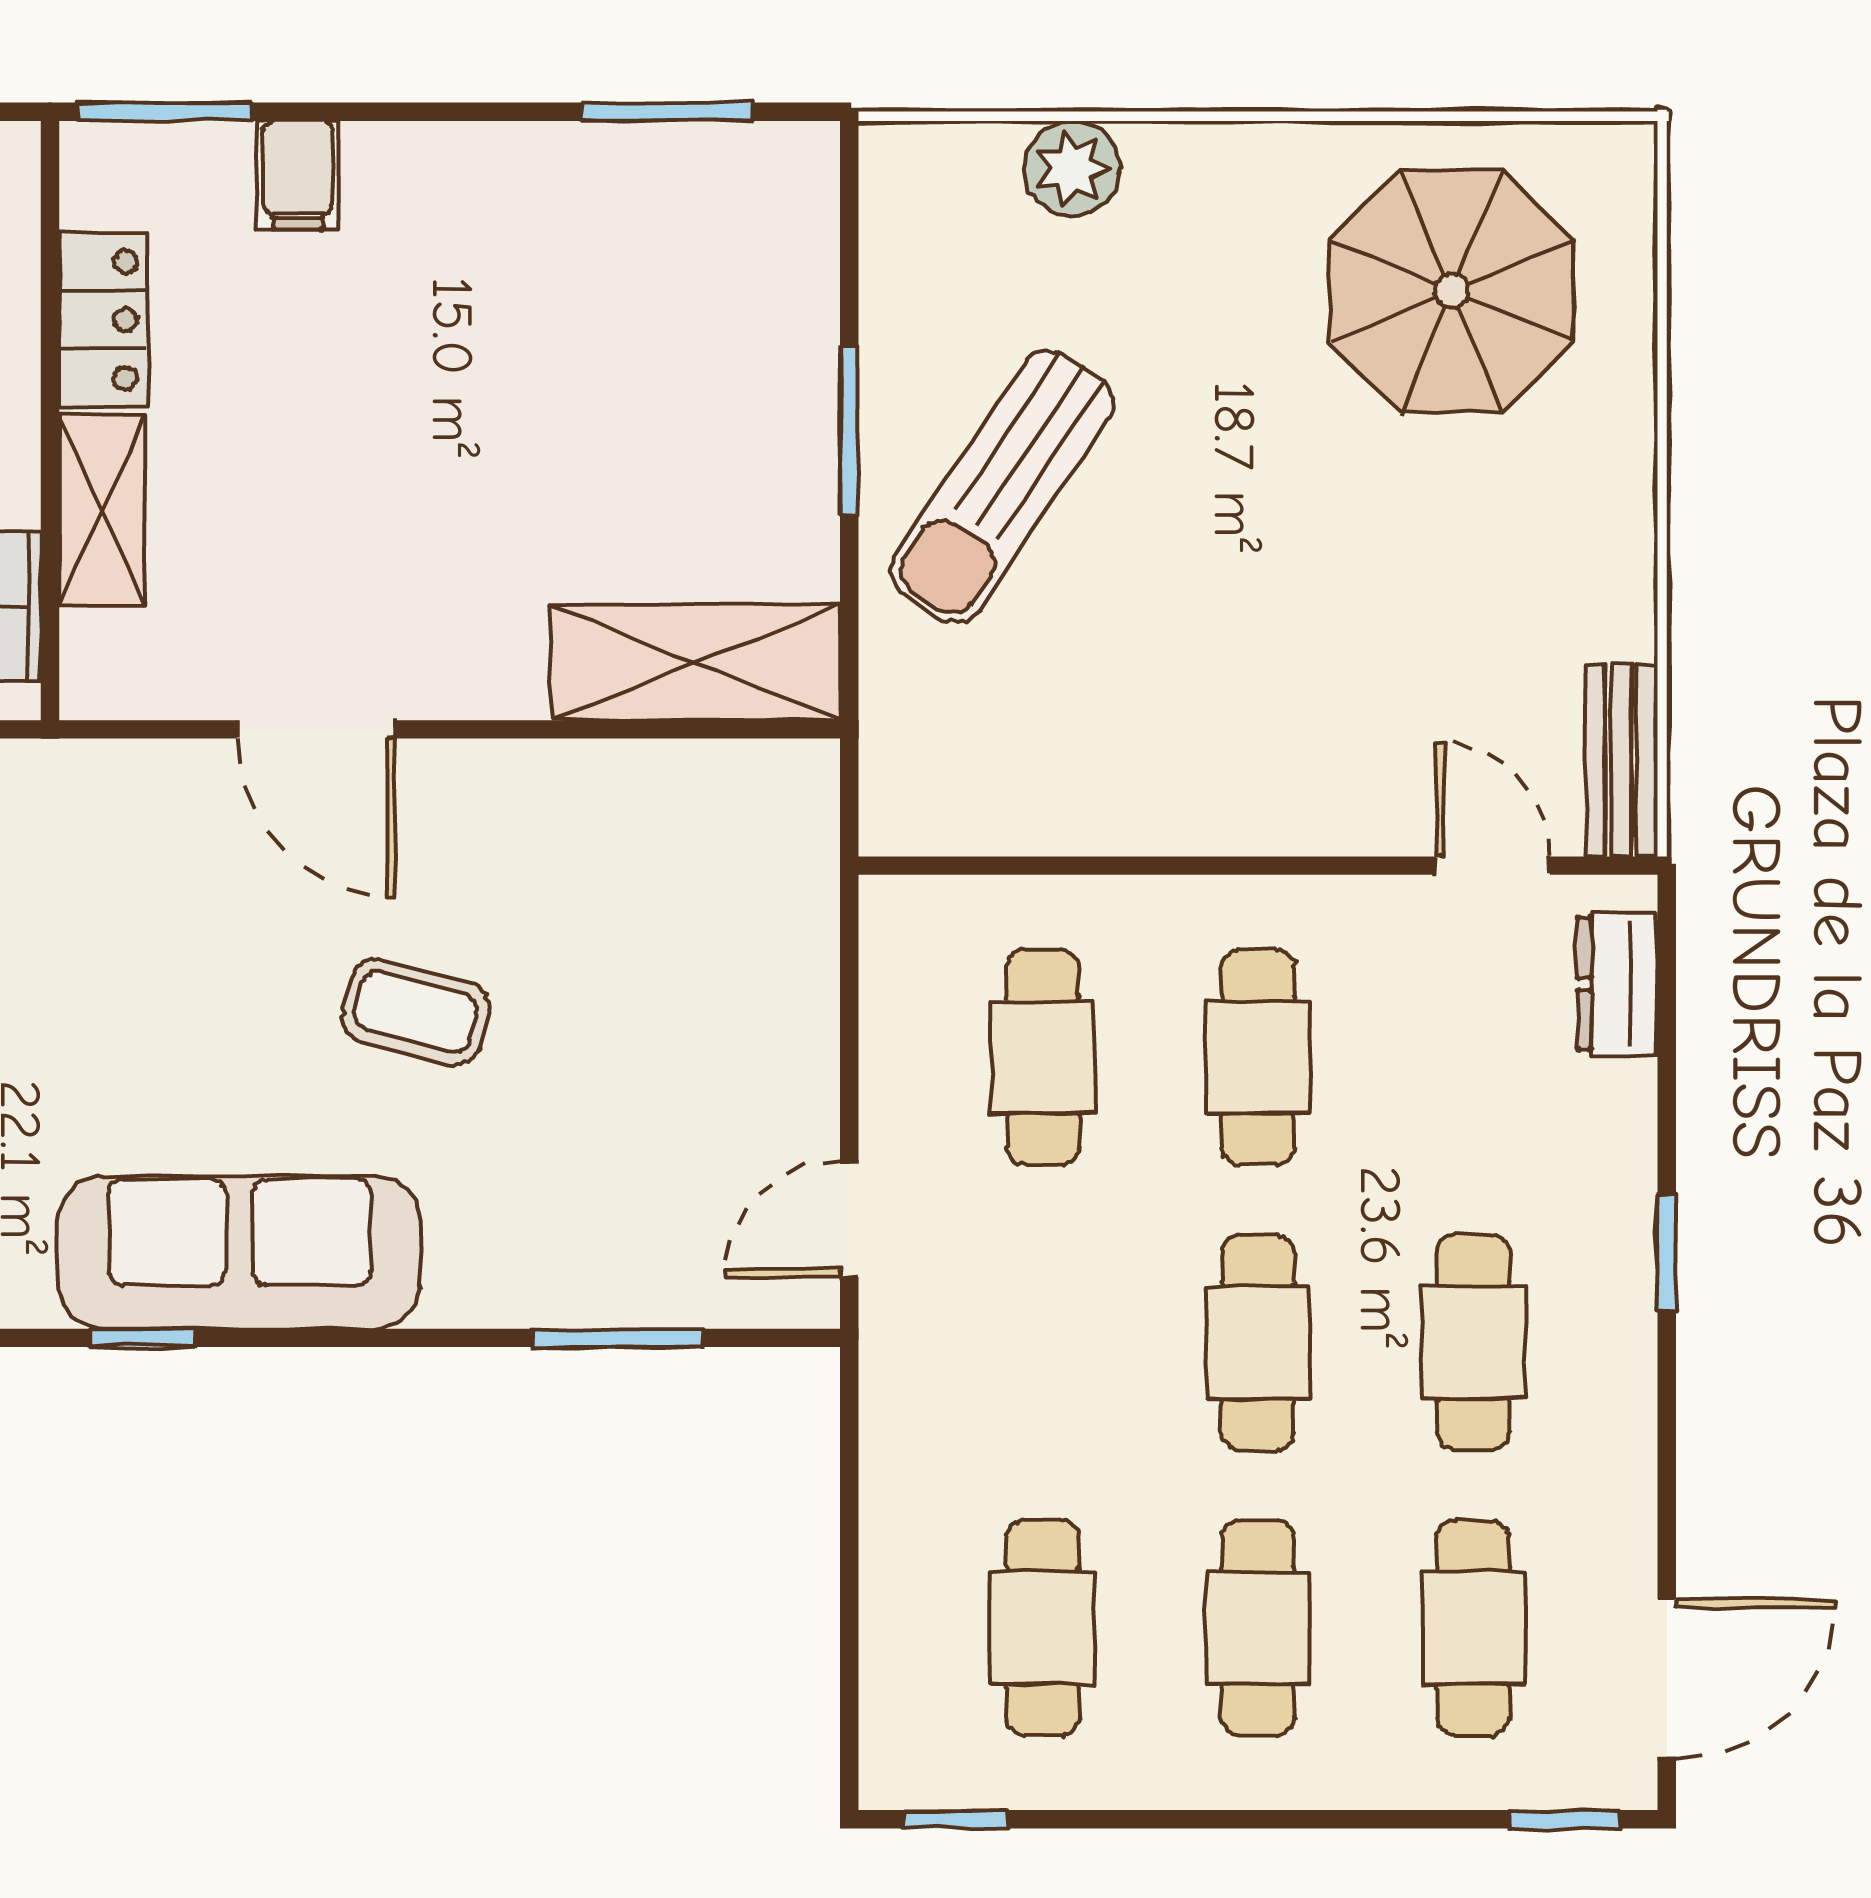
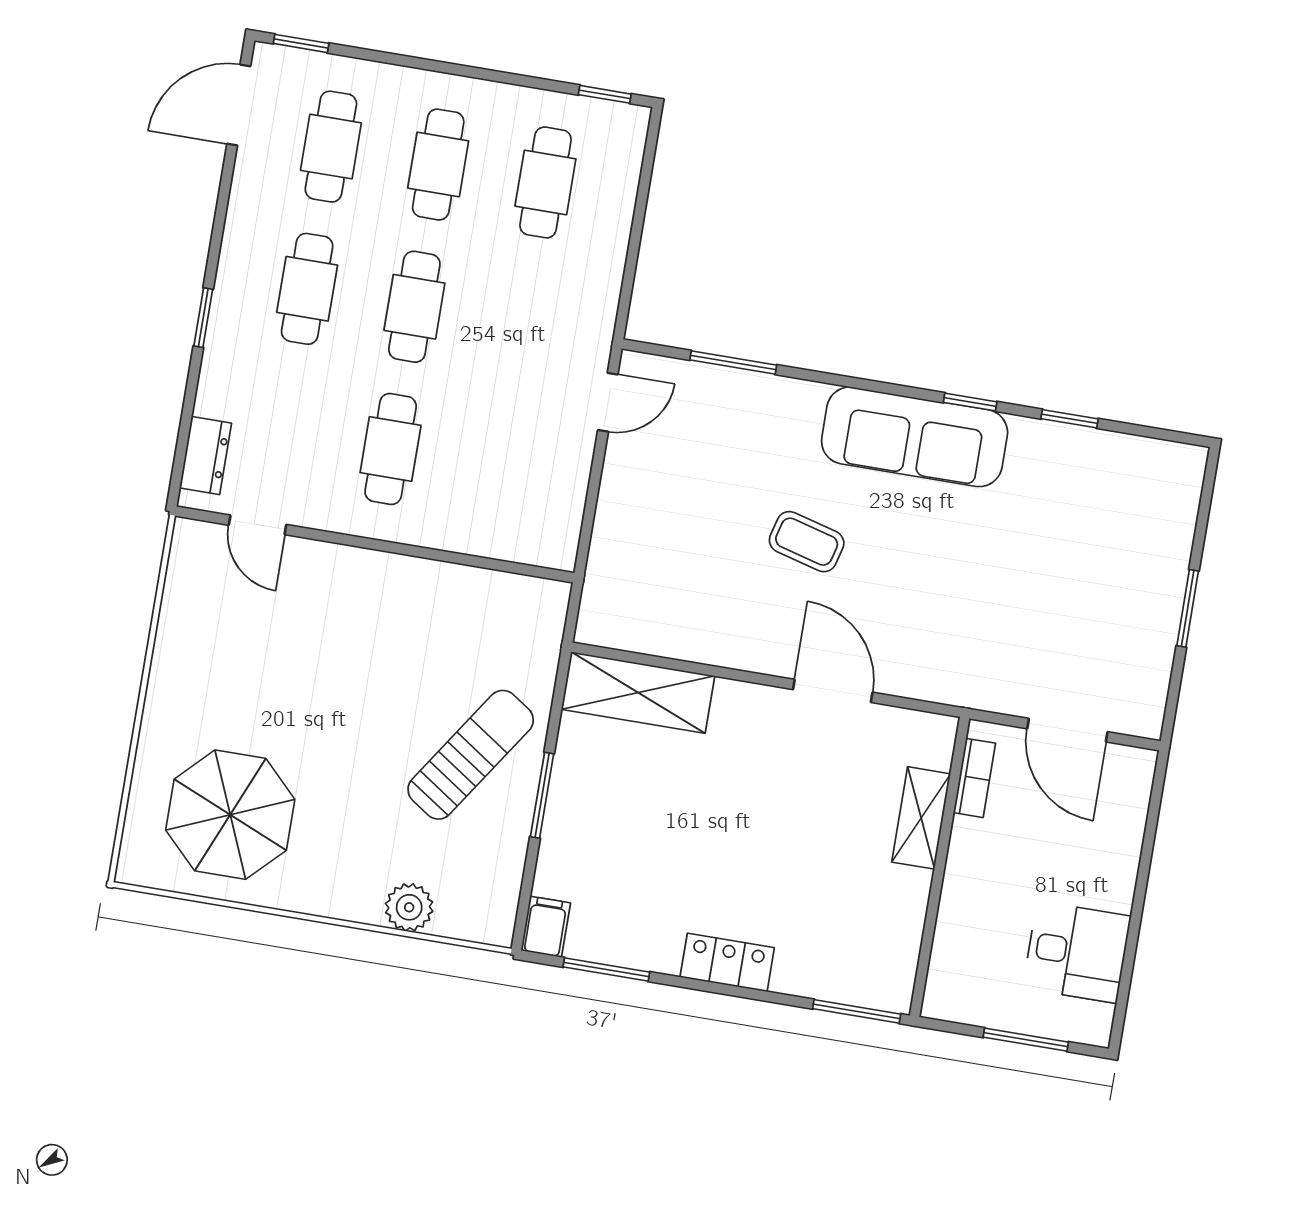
filing cabinet: (298, 175) -> (546, 927), moved
locker: (103, 320) -> (727, 962), moved, turned 90
bench: (1621, 761) -> (185, 566), removed
cafe table: (1043, 1057) -> (498, 467), removed

